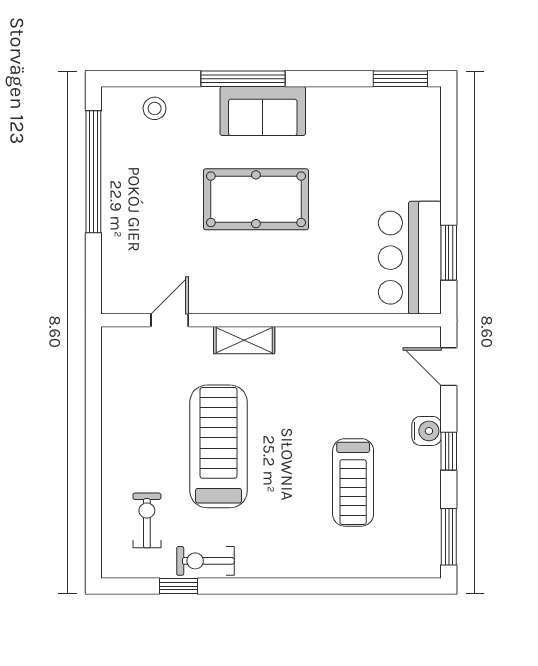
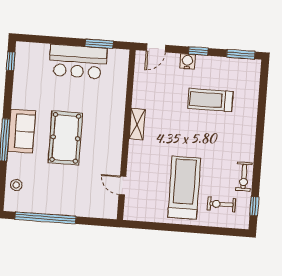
window: (400, 79) -> (11, 61), width x0.67
bar counter: (410, 258) -> (78, 62), moved
shelving: (244, 340) -> (137, 124), moved
treadmill: (219, 446) -> (184, 188), moved, turned 90
treadmill: (353, 482) -> (210, 100), turned 180
window: (179, 586) -> (254, 206), moved

